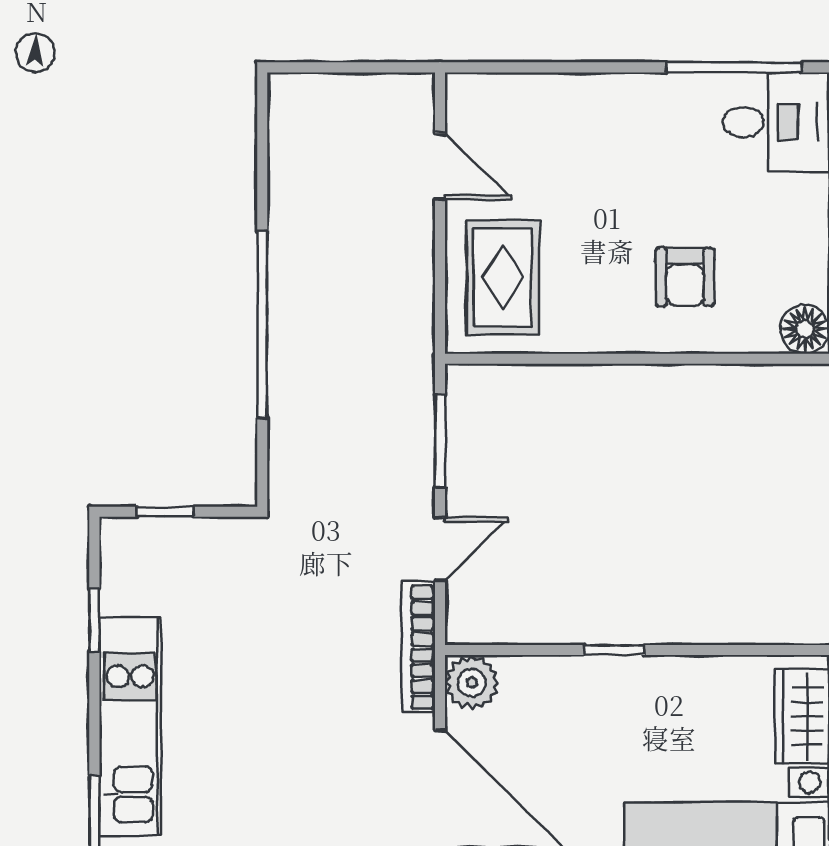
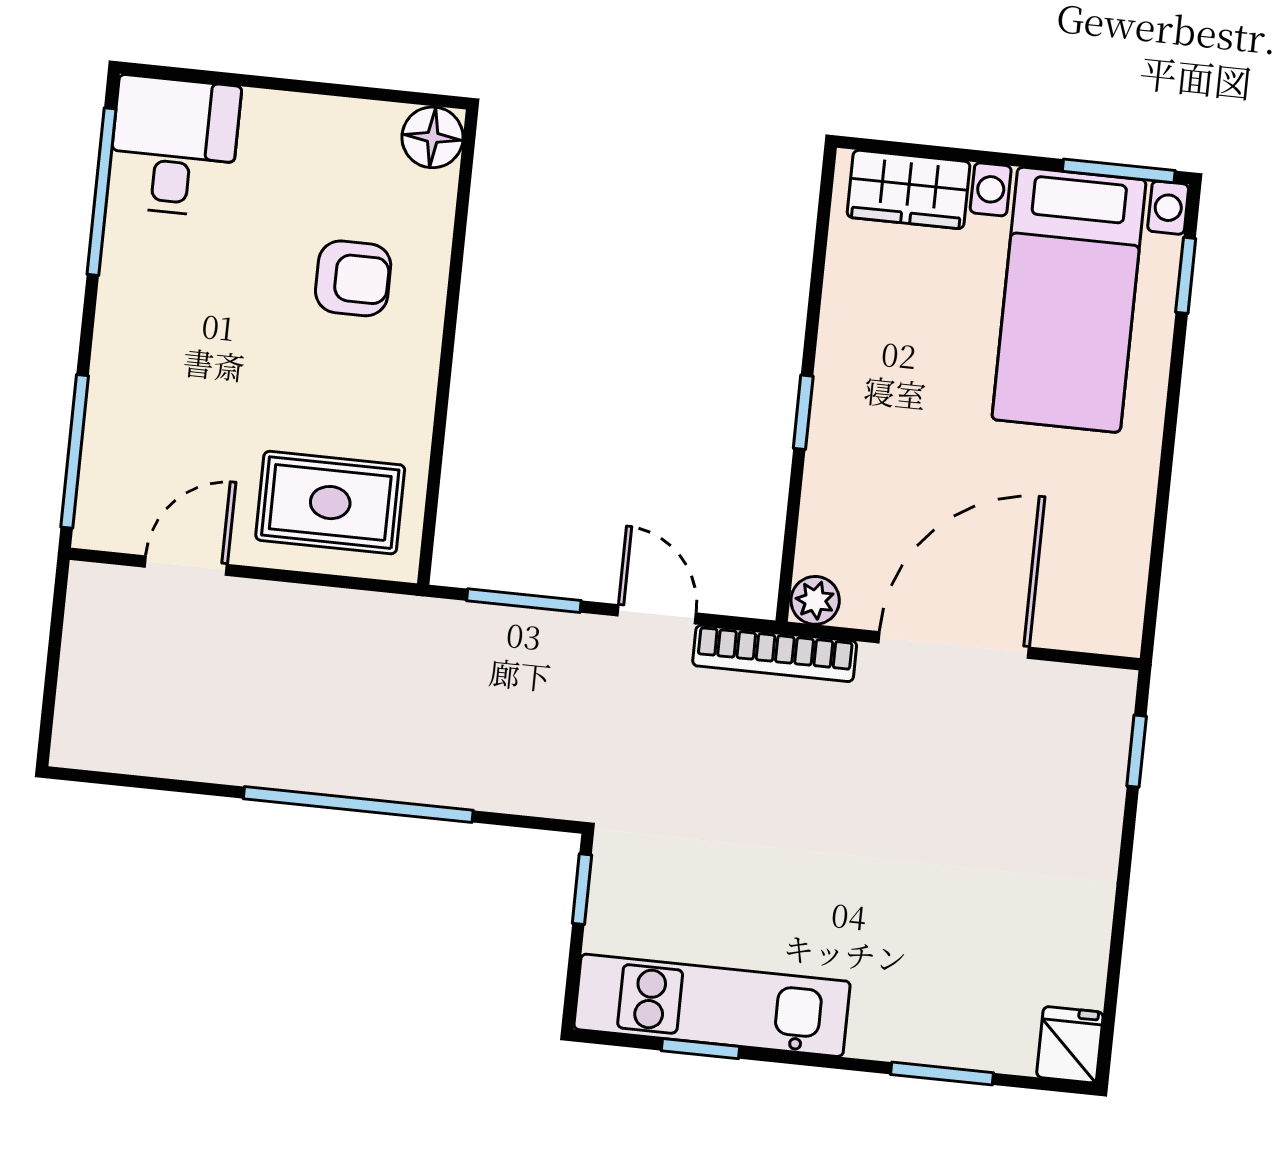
window: (523, 67) -> (75, 451), added
window: (165, 512) -> (582, 889), moved
plant: (472, 683) -> (815, 600), width x0.73, depth x0.73
kitchen unit: (130, 727) -> (712, 1005), moved

